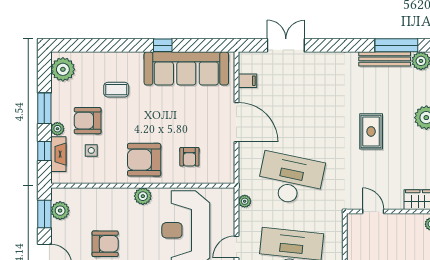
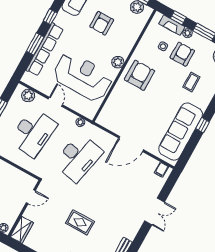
double door: (286, 45) -> (155, 212), moved
filing cabinet: (248, 81) -> (161, 170), moved
armchair: (189, 157) -> (126, 104), removed

